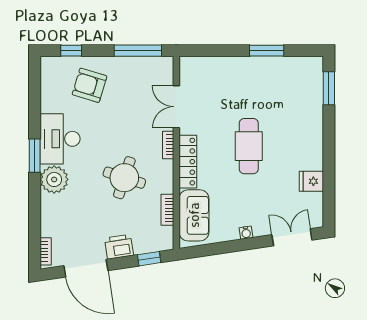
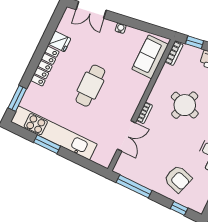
kitchen unit: (265, 68) -> (54, 133), added
locker: (188, 162) -> (45, 66), moved, turned 180
bookcase: (167, 210) -> (174, 53), moved

